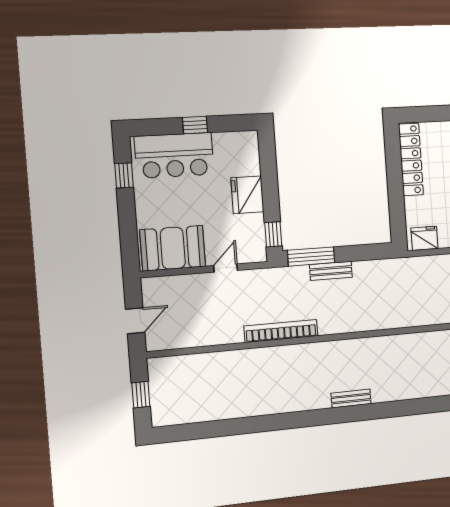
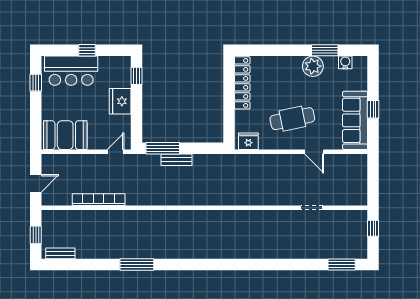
window: (273, 234) -> (137, 76), moved
door: (226, 268) -> (115, 152), moved
bookcase: (281, 331) -> (99, 200), moved
bench: (351, 399) -> (60, 253), moved
window: (287, 421) -> (137, 264), added

